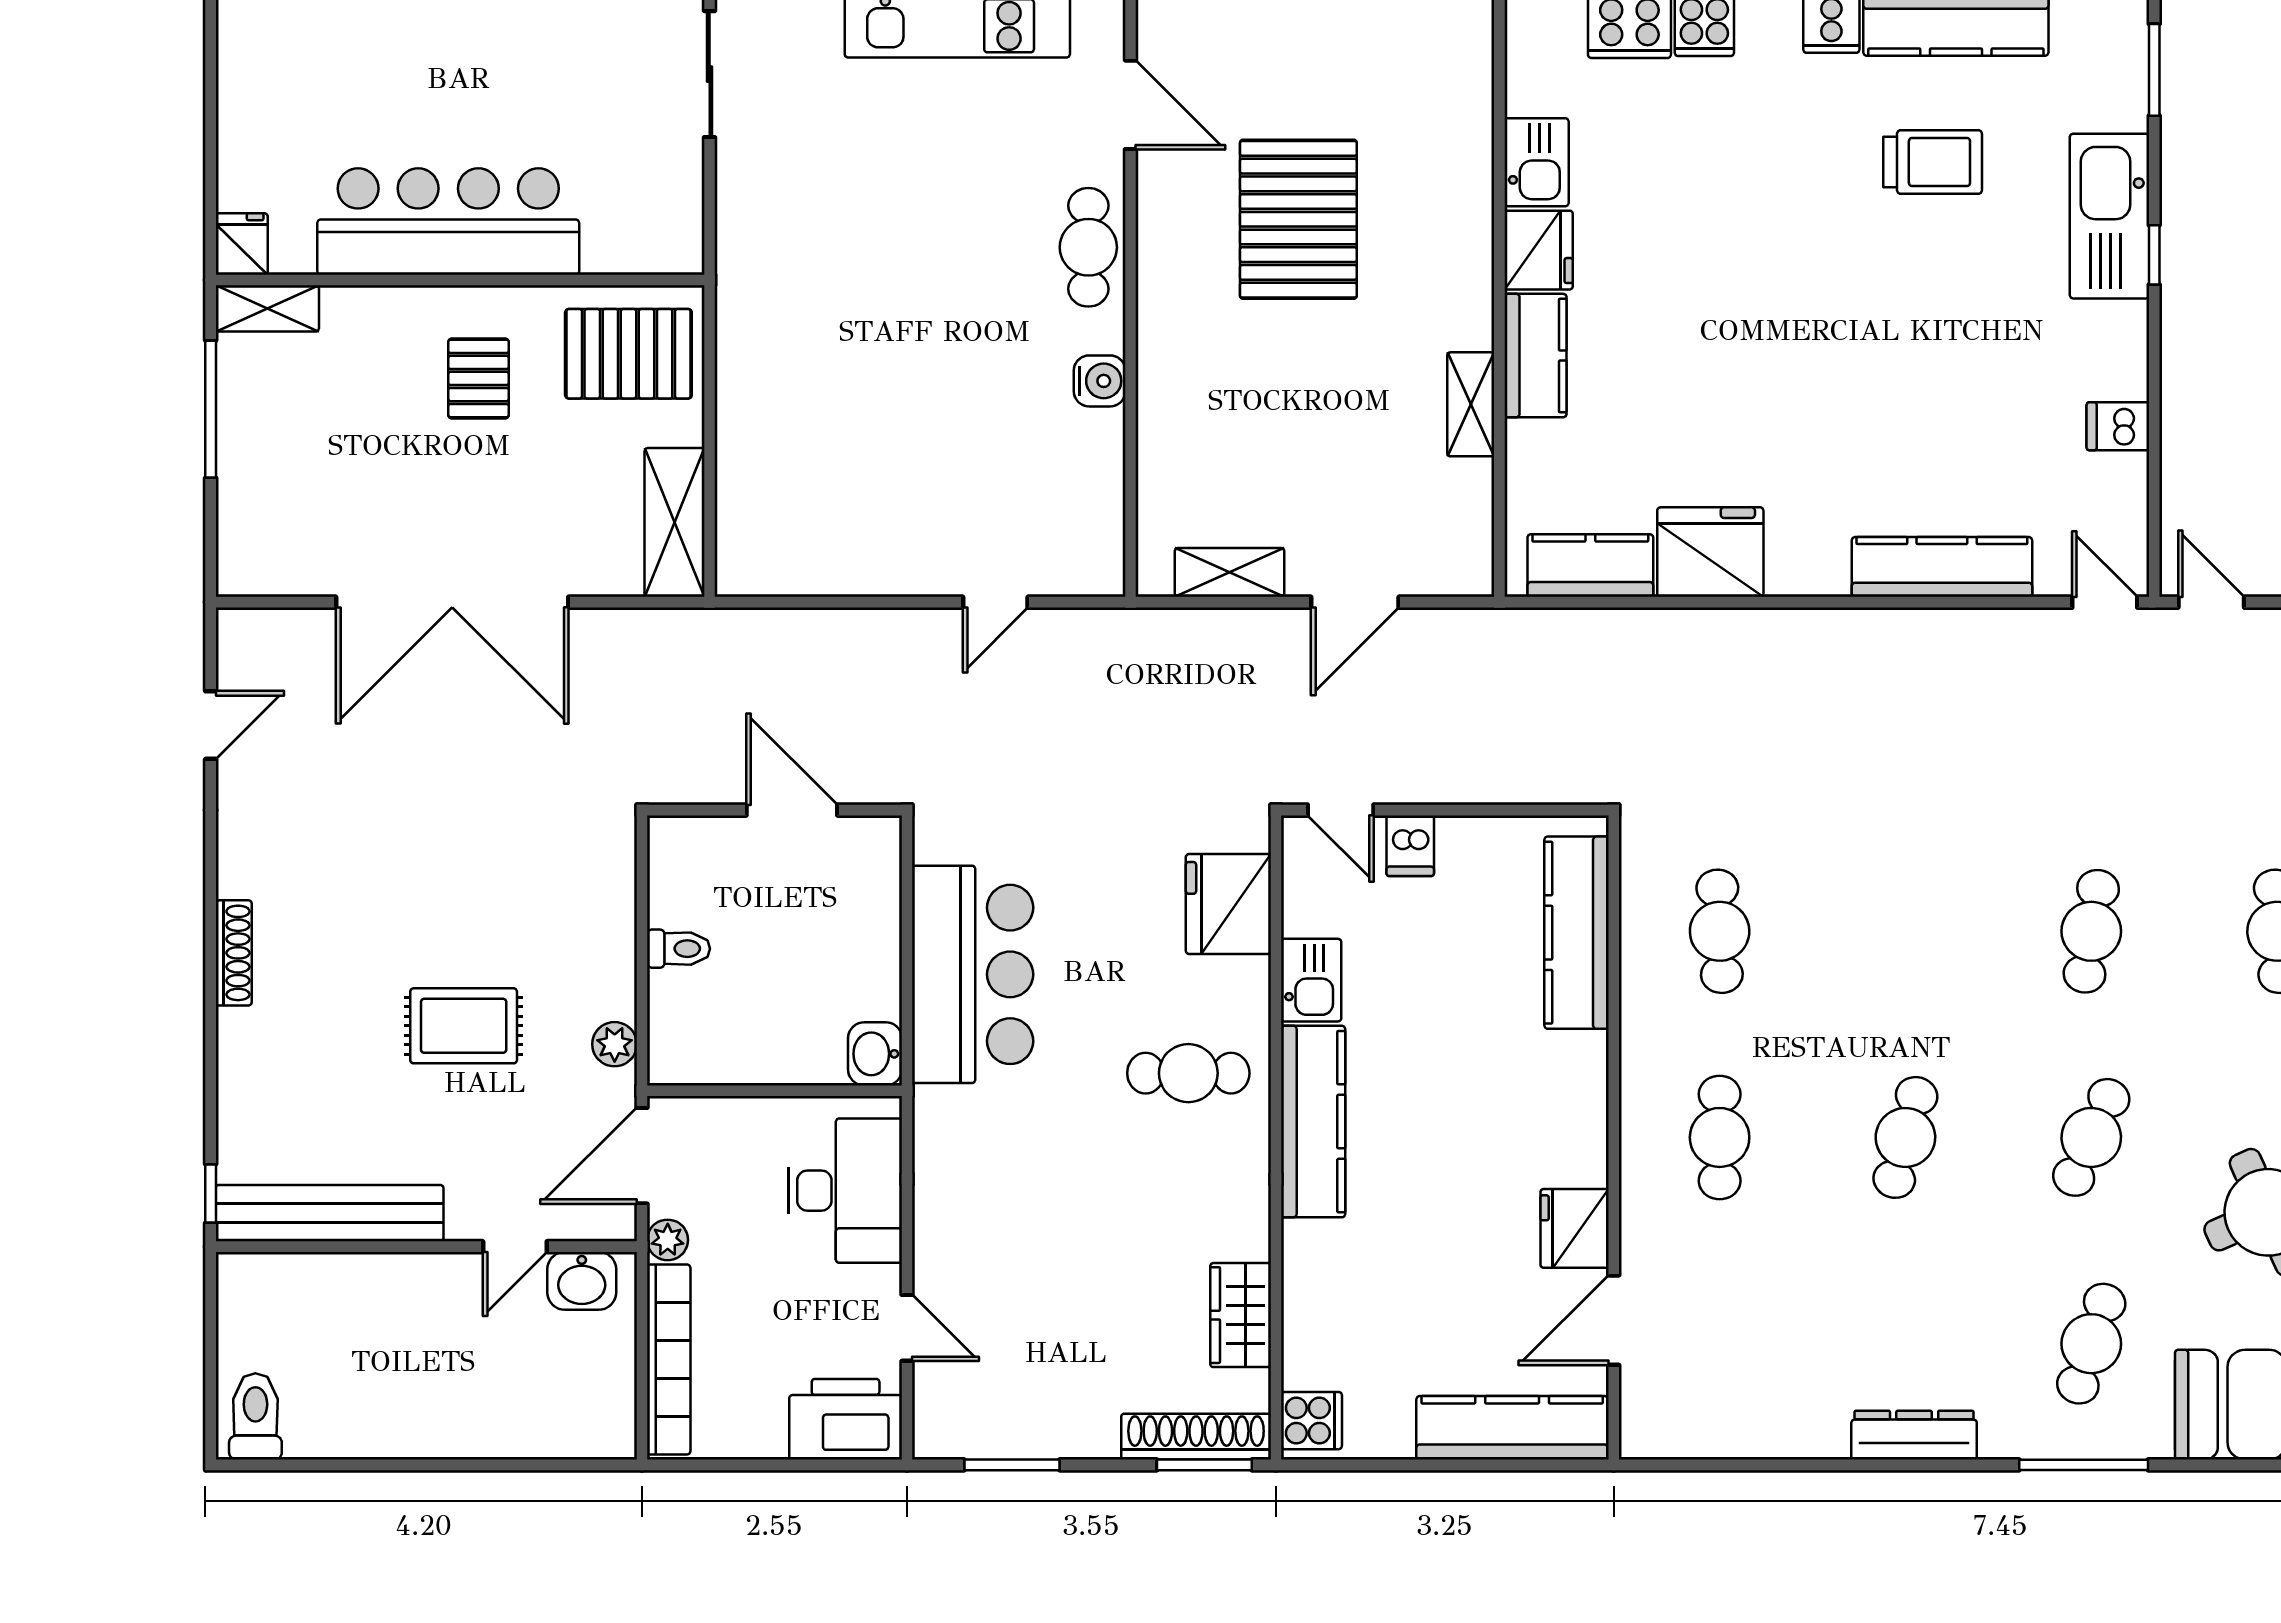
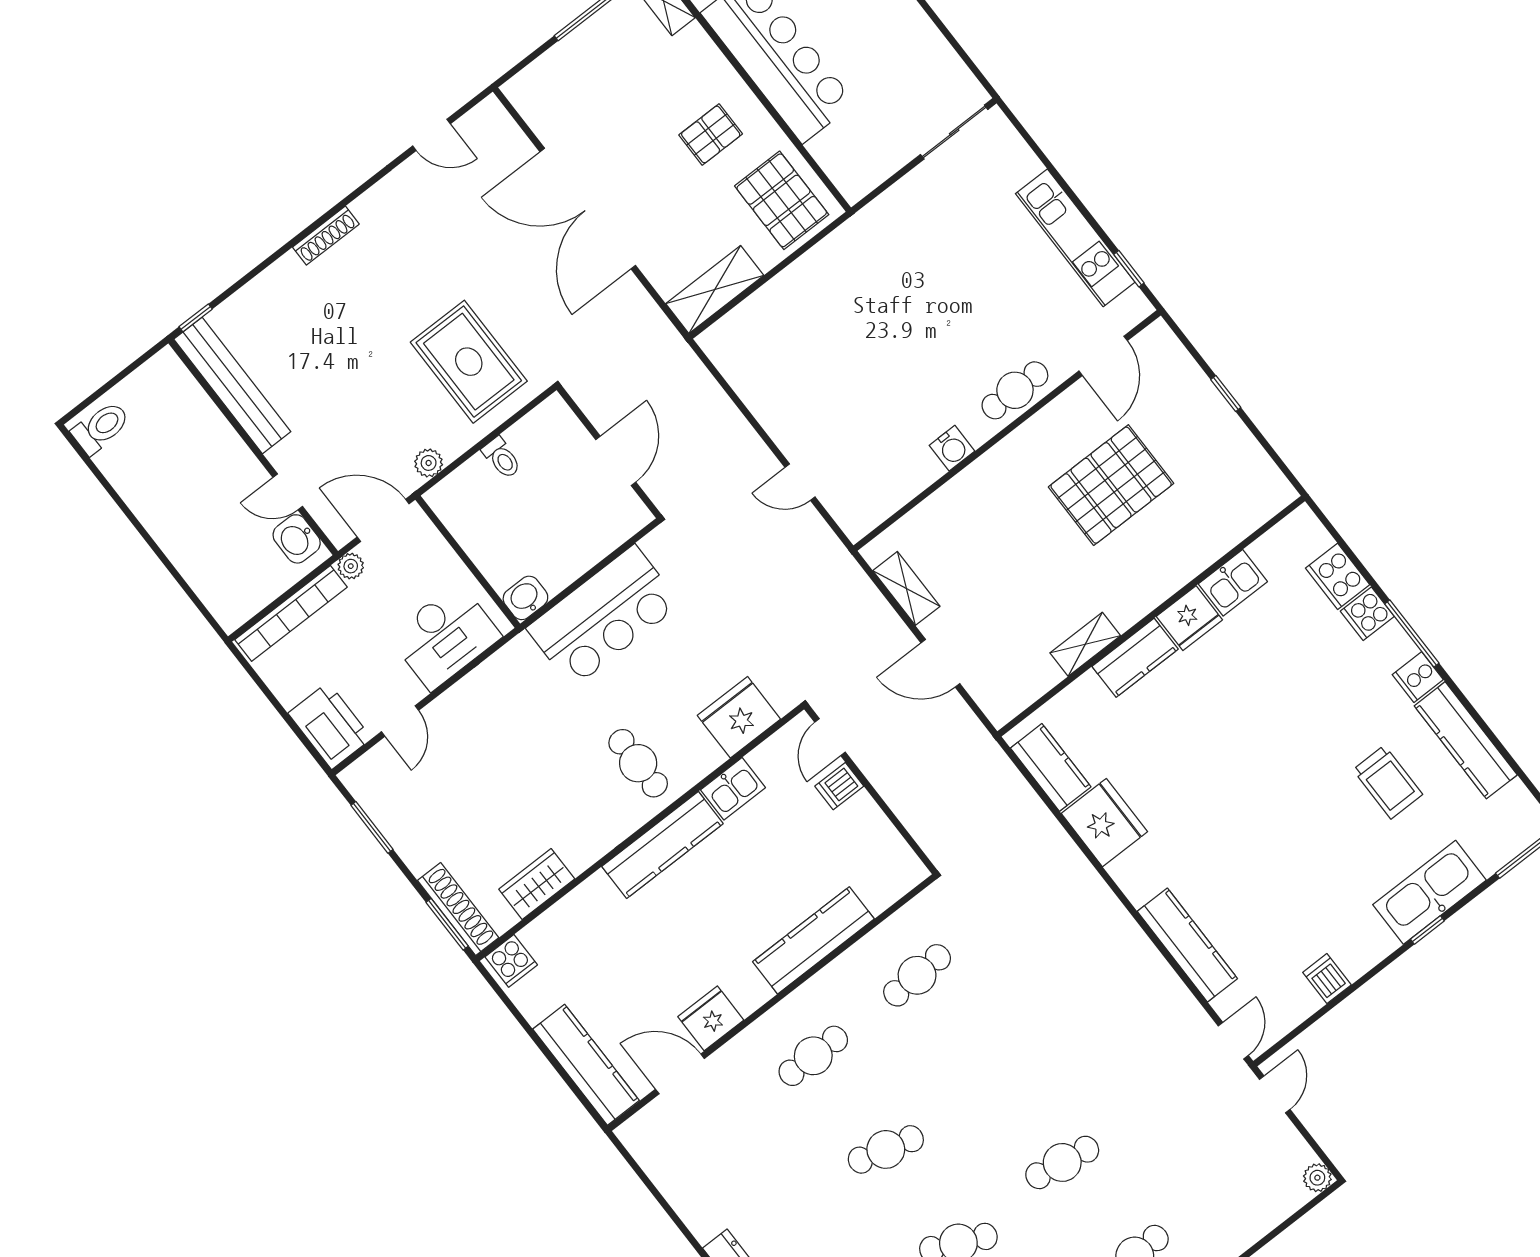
kitchen counter: (1577, 933) -> (813, 940), moved
rug: (464, 1026) -> (469, 362), moved, width x1.36, depth x1.43

